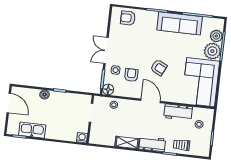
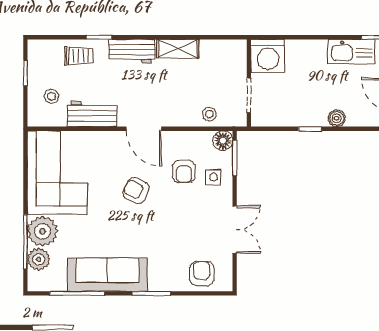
armchair: (128, 18) -> (202, 274), turned -90
double door: (106, 51) -> (235, 230), moved
washing machine: (82, 138) -> (268, 56), width x1.89, depth x1.89

